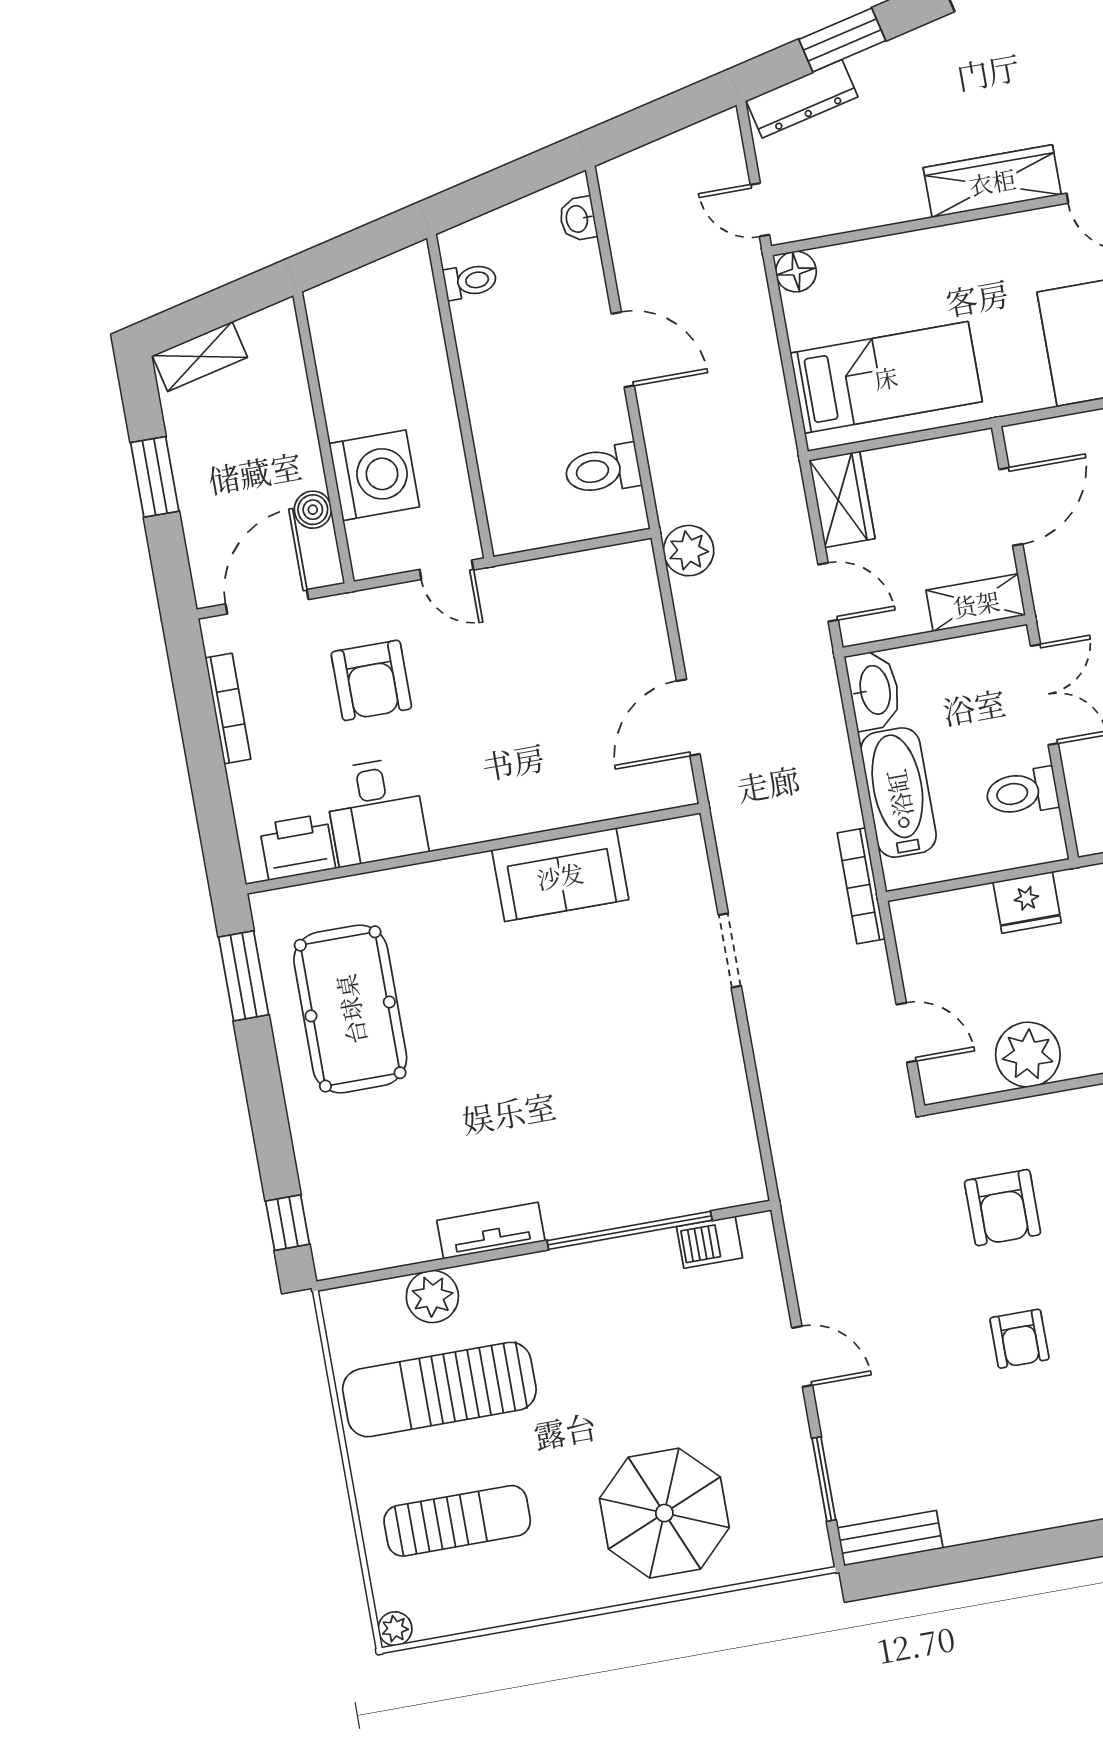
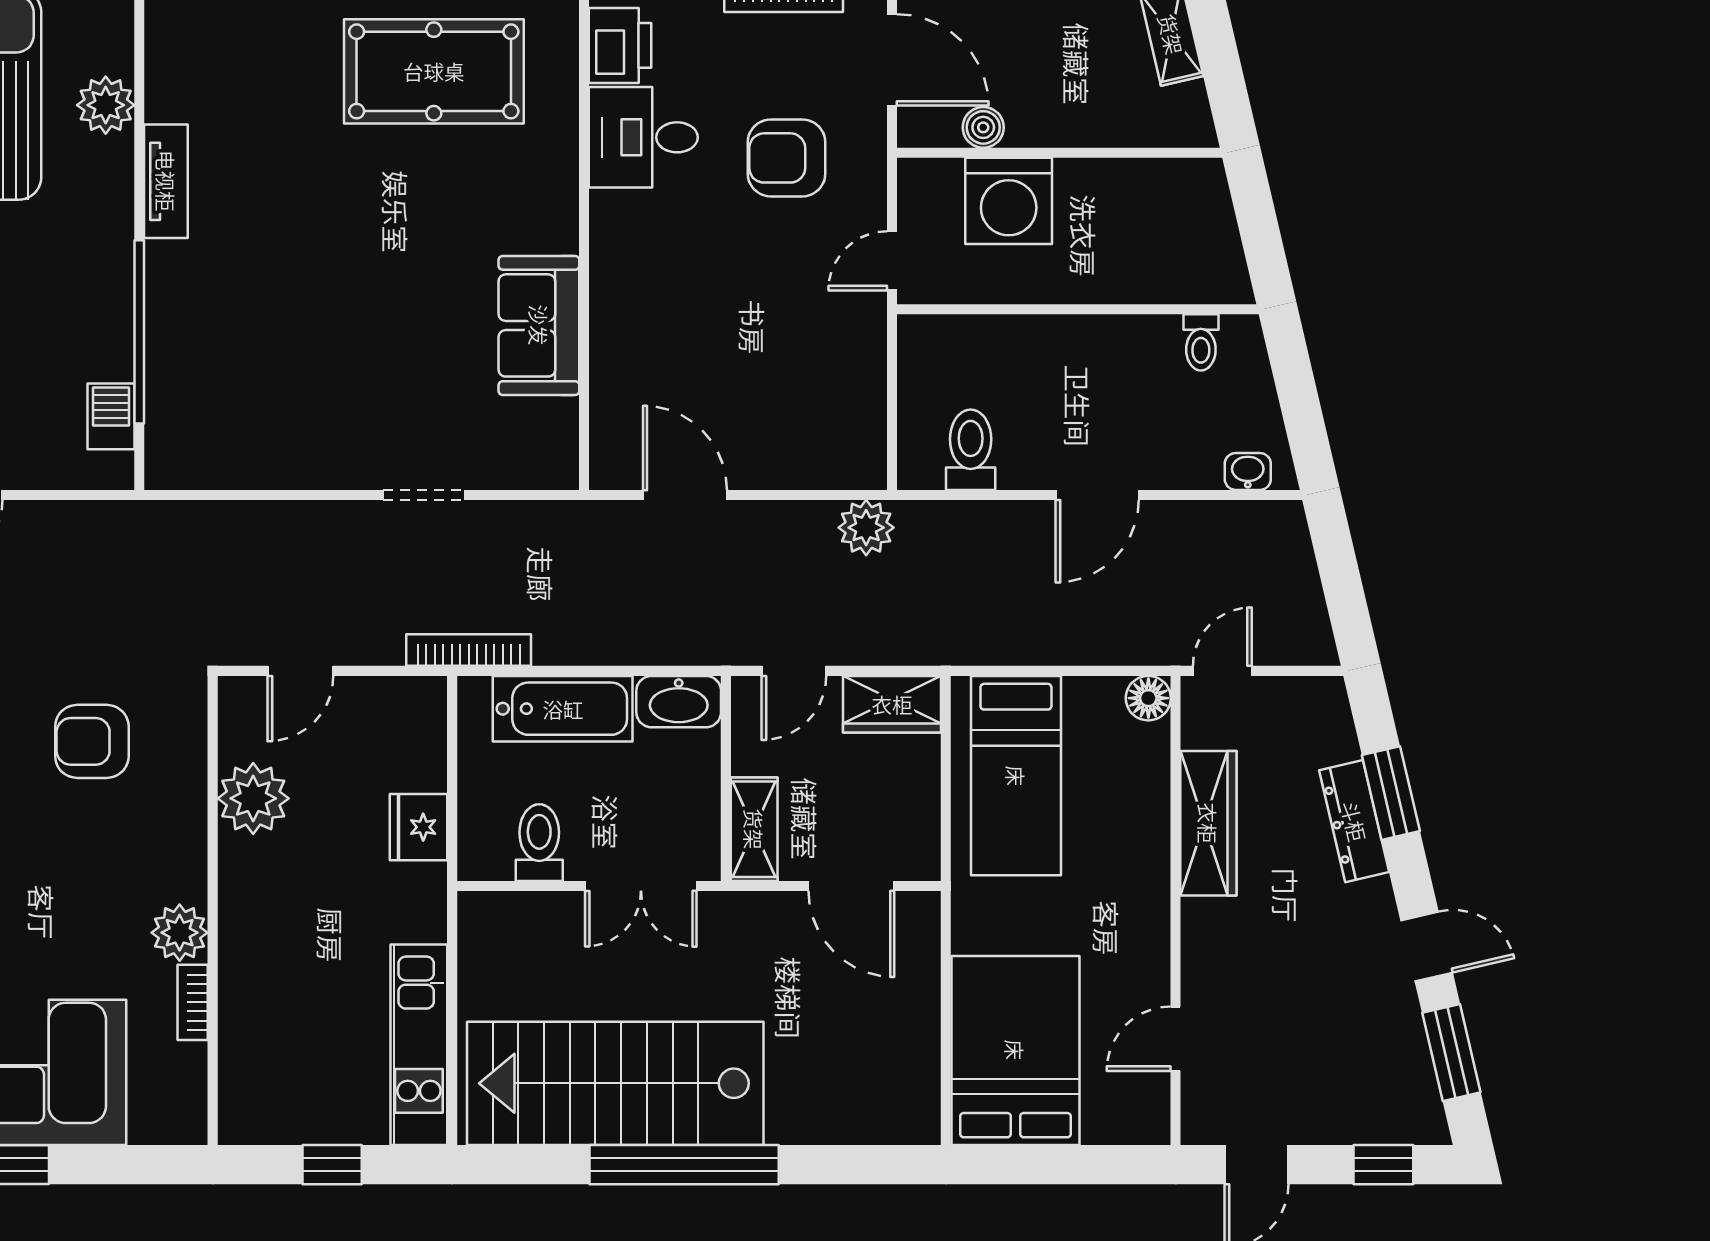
dresser: (802, 99) -> (1354, 821), moved
wardrobe: (992, 181) -> (1208, 823), moved

